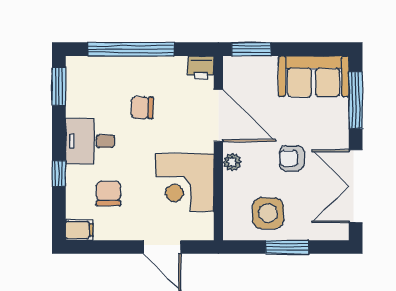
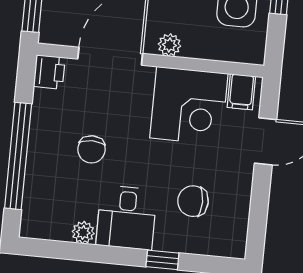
window: (59, 86) -> (55, 249), removed
plant: (75, 108) -> (83, 232), added
filing cabinet: (79, 230) -> (241, 92), moved, turned 180

